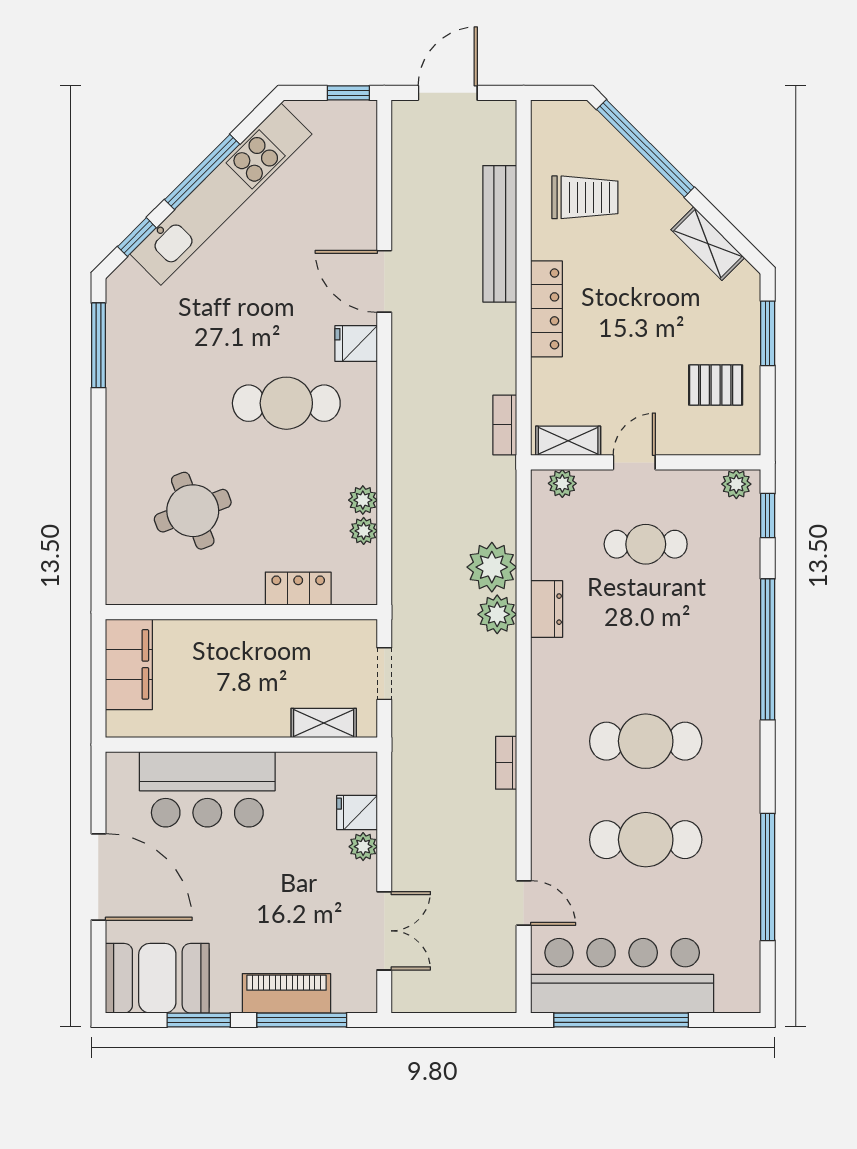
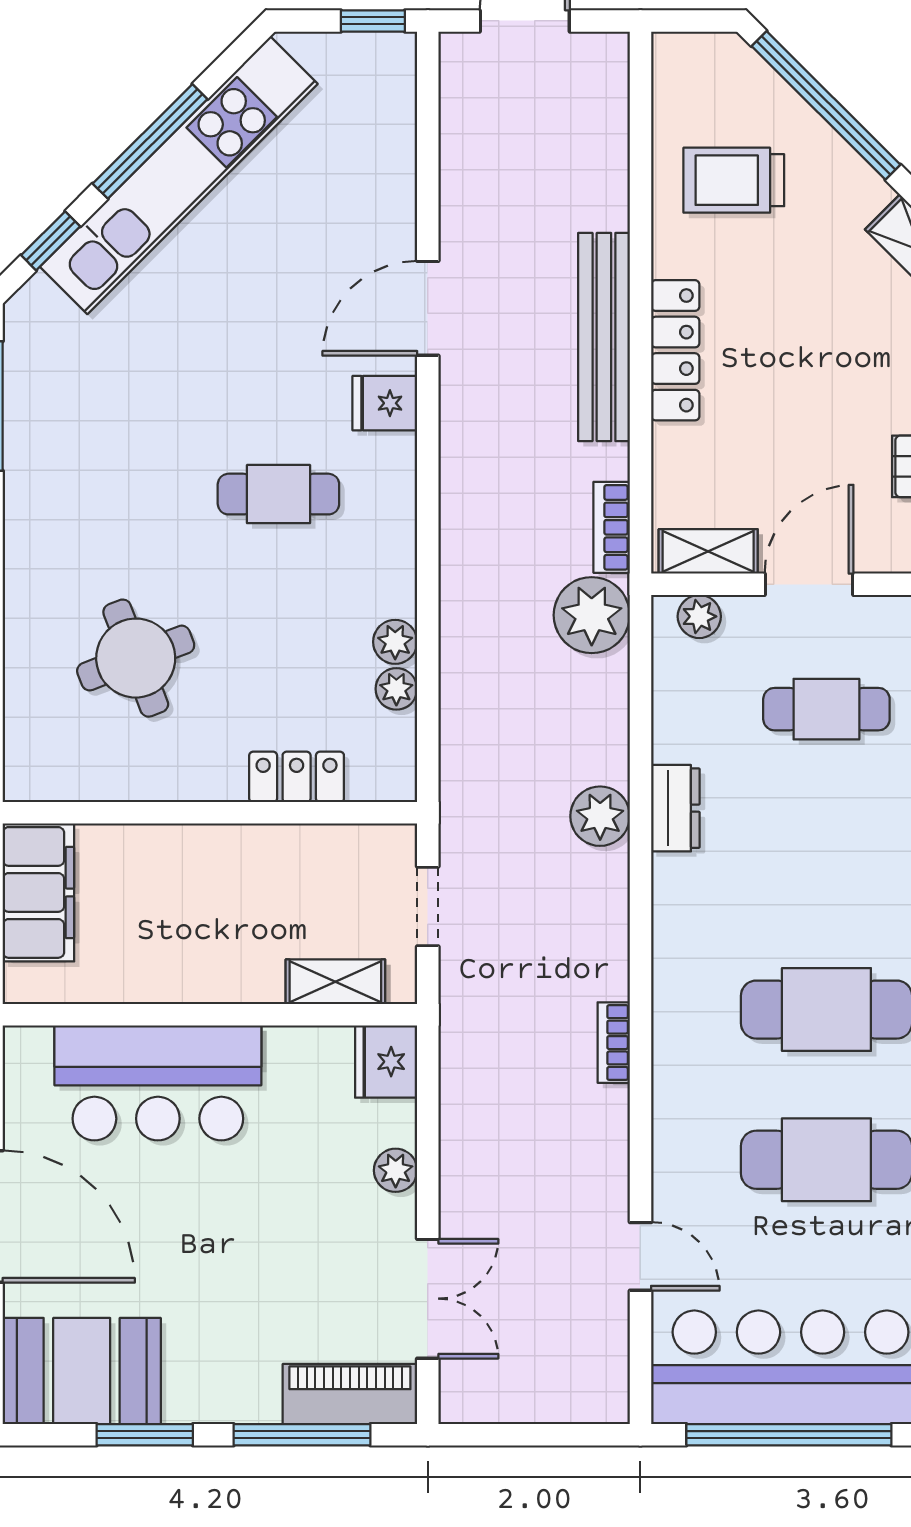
trolley: (585, 197) -> (734, 180), turned 180
bench: (500, 234) -> (604, 337), moved
door: (384, 281) -> (428, 308), hinge flipped
cafe table: (286, 403) -> (278, 494), width x0.73, depth x0.74
door: (634, 462) -> (809, 584), width x1.37
plant: (492, 567) -> (592, 615), moved
fridge: (357, 812) -> (386, 1062), moved, width x1.38
piano: (286, 993) -> (350, 1394), moved

